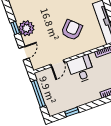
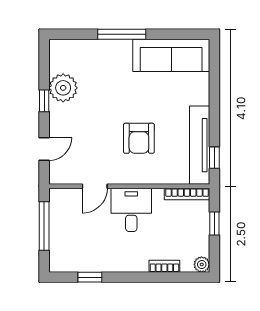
plant: (26, 28) -> (63, 88), moved
armchair: (72, 30) -> (139, 138), turned 137

